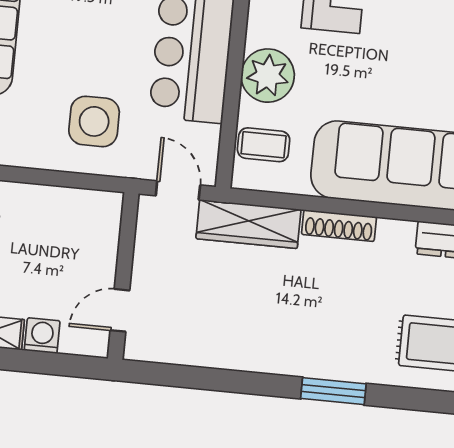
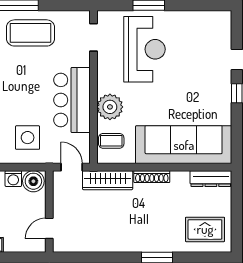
boiler: (97, 211) -> (33, 181), added
washing machine: (42, 336) -> (13, 179), moved, turned 180

